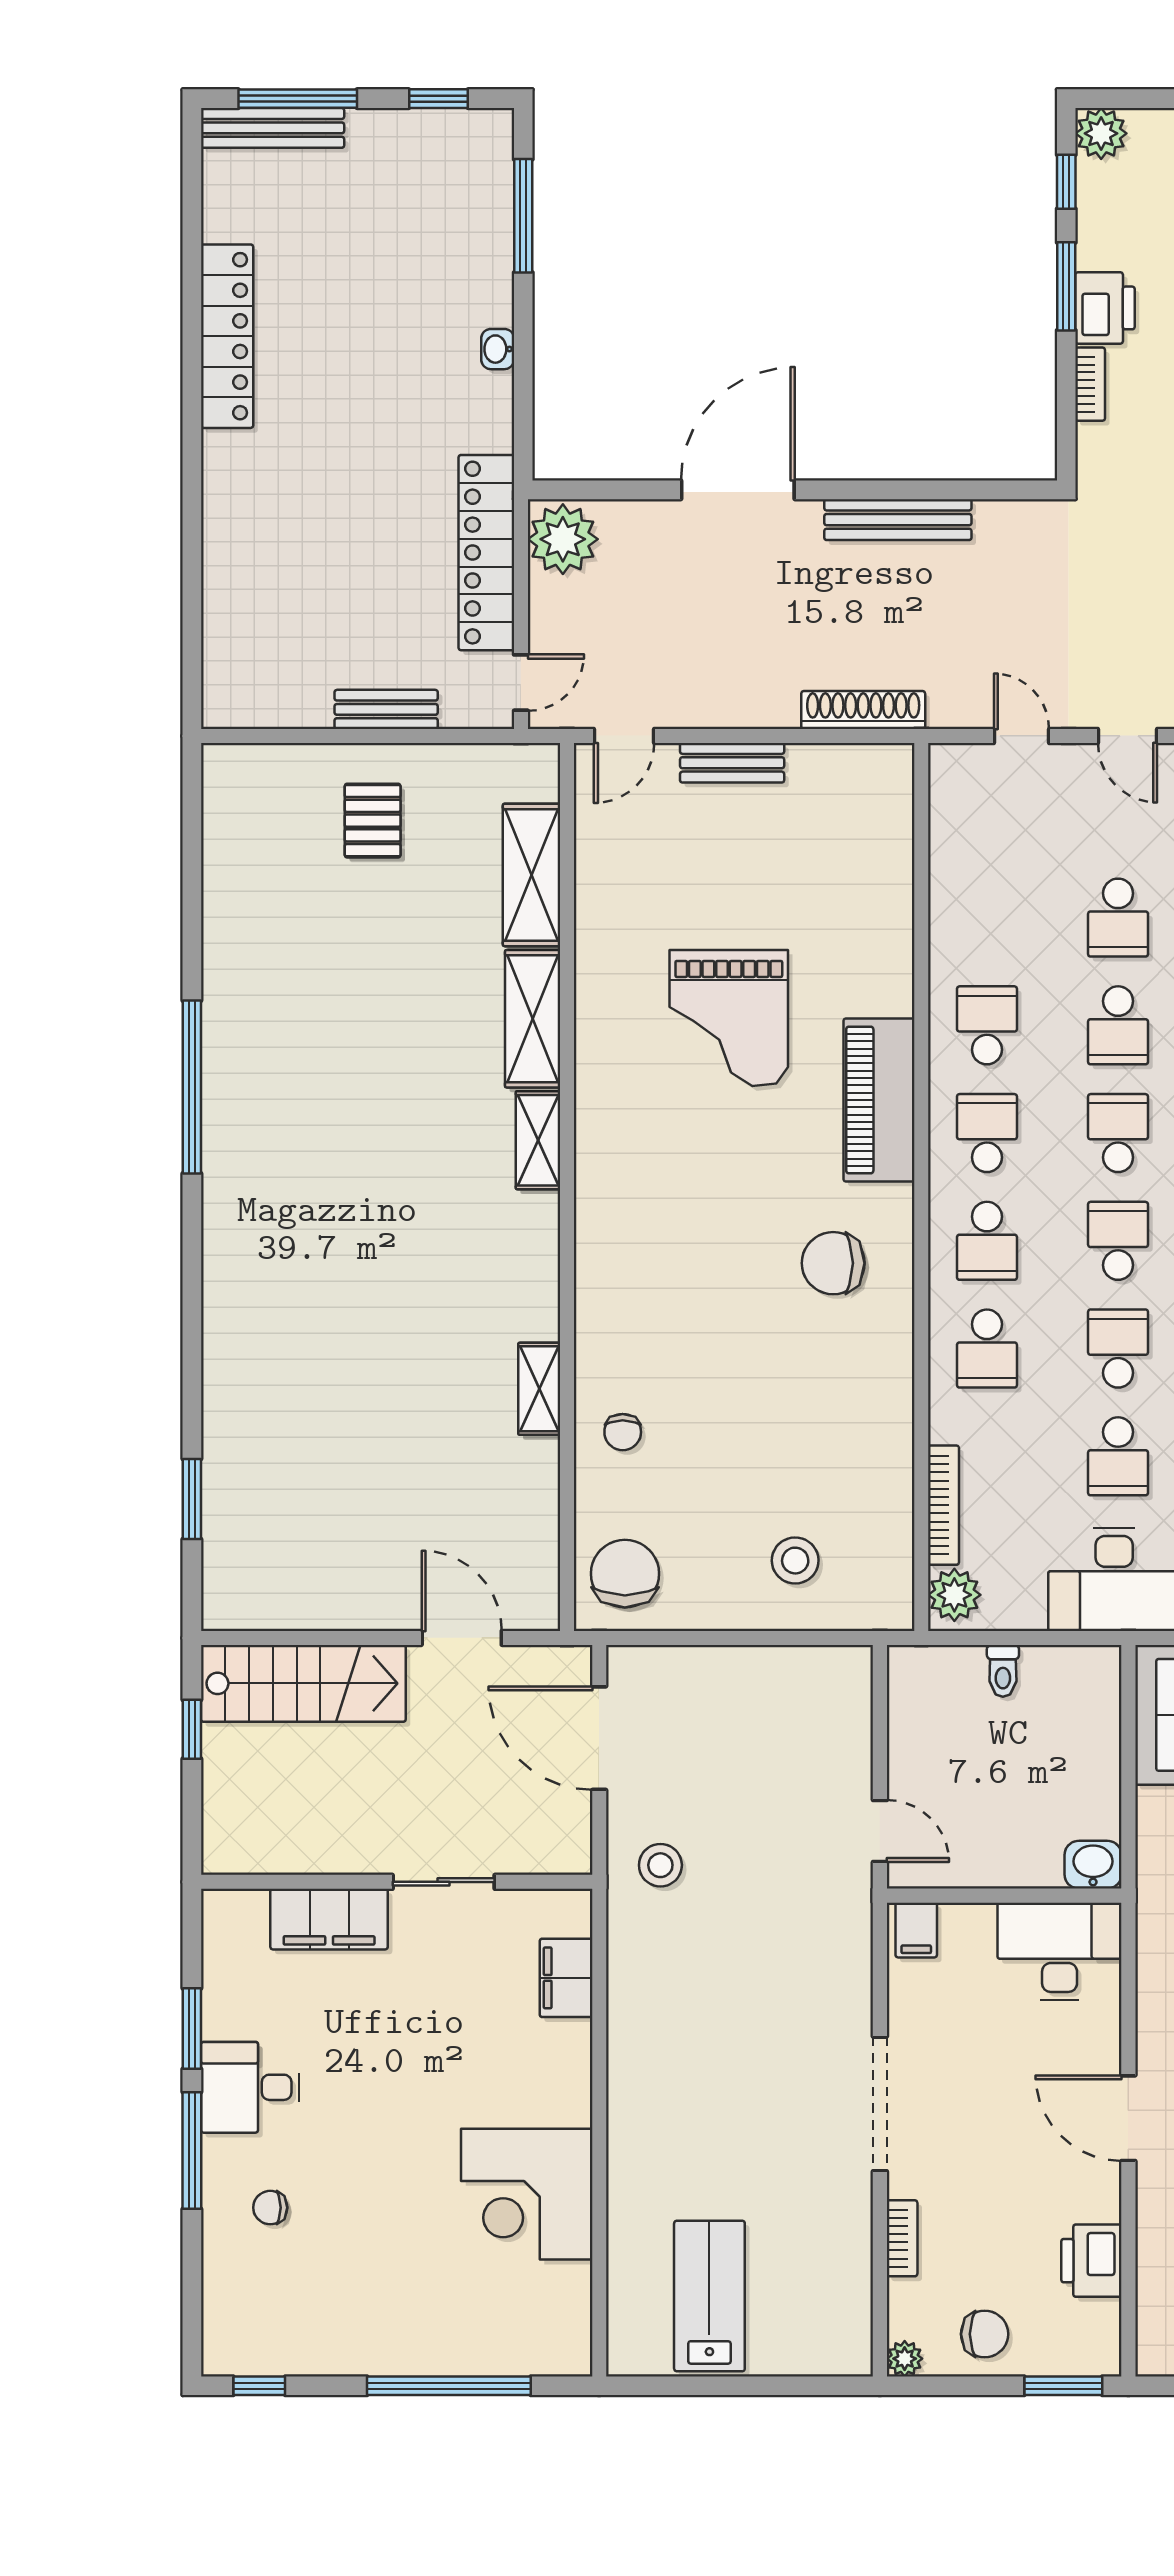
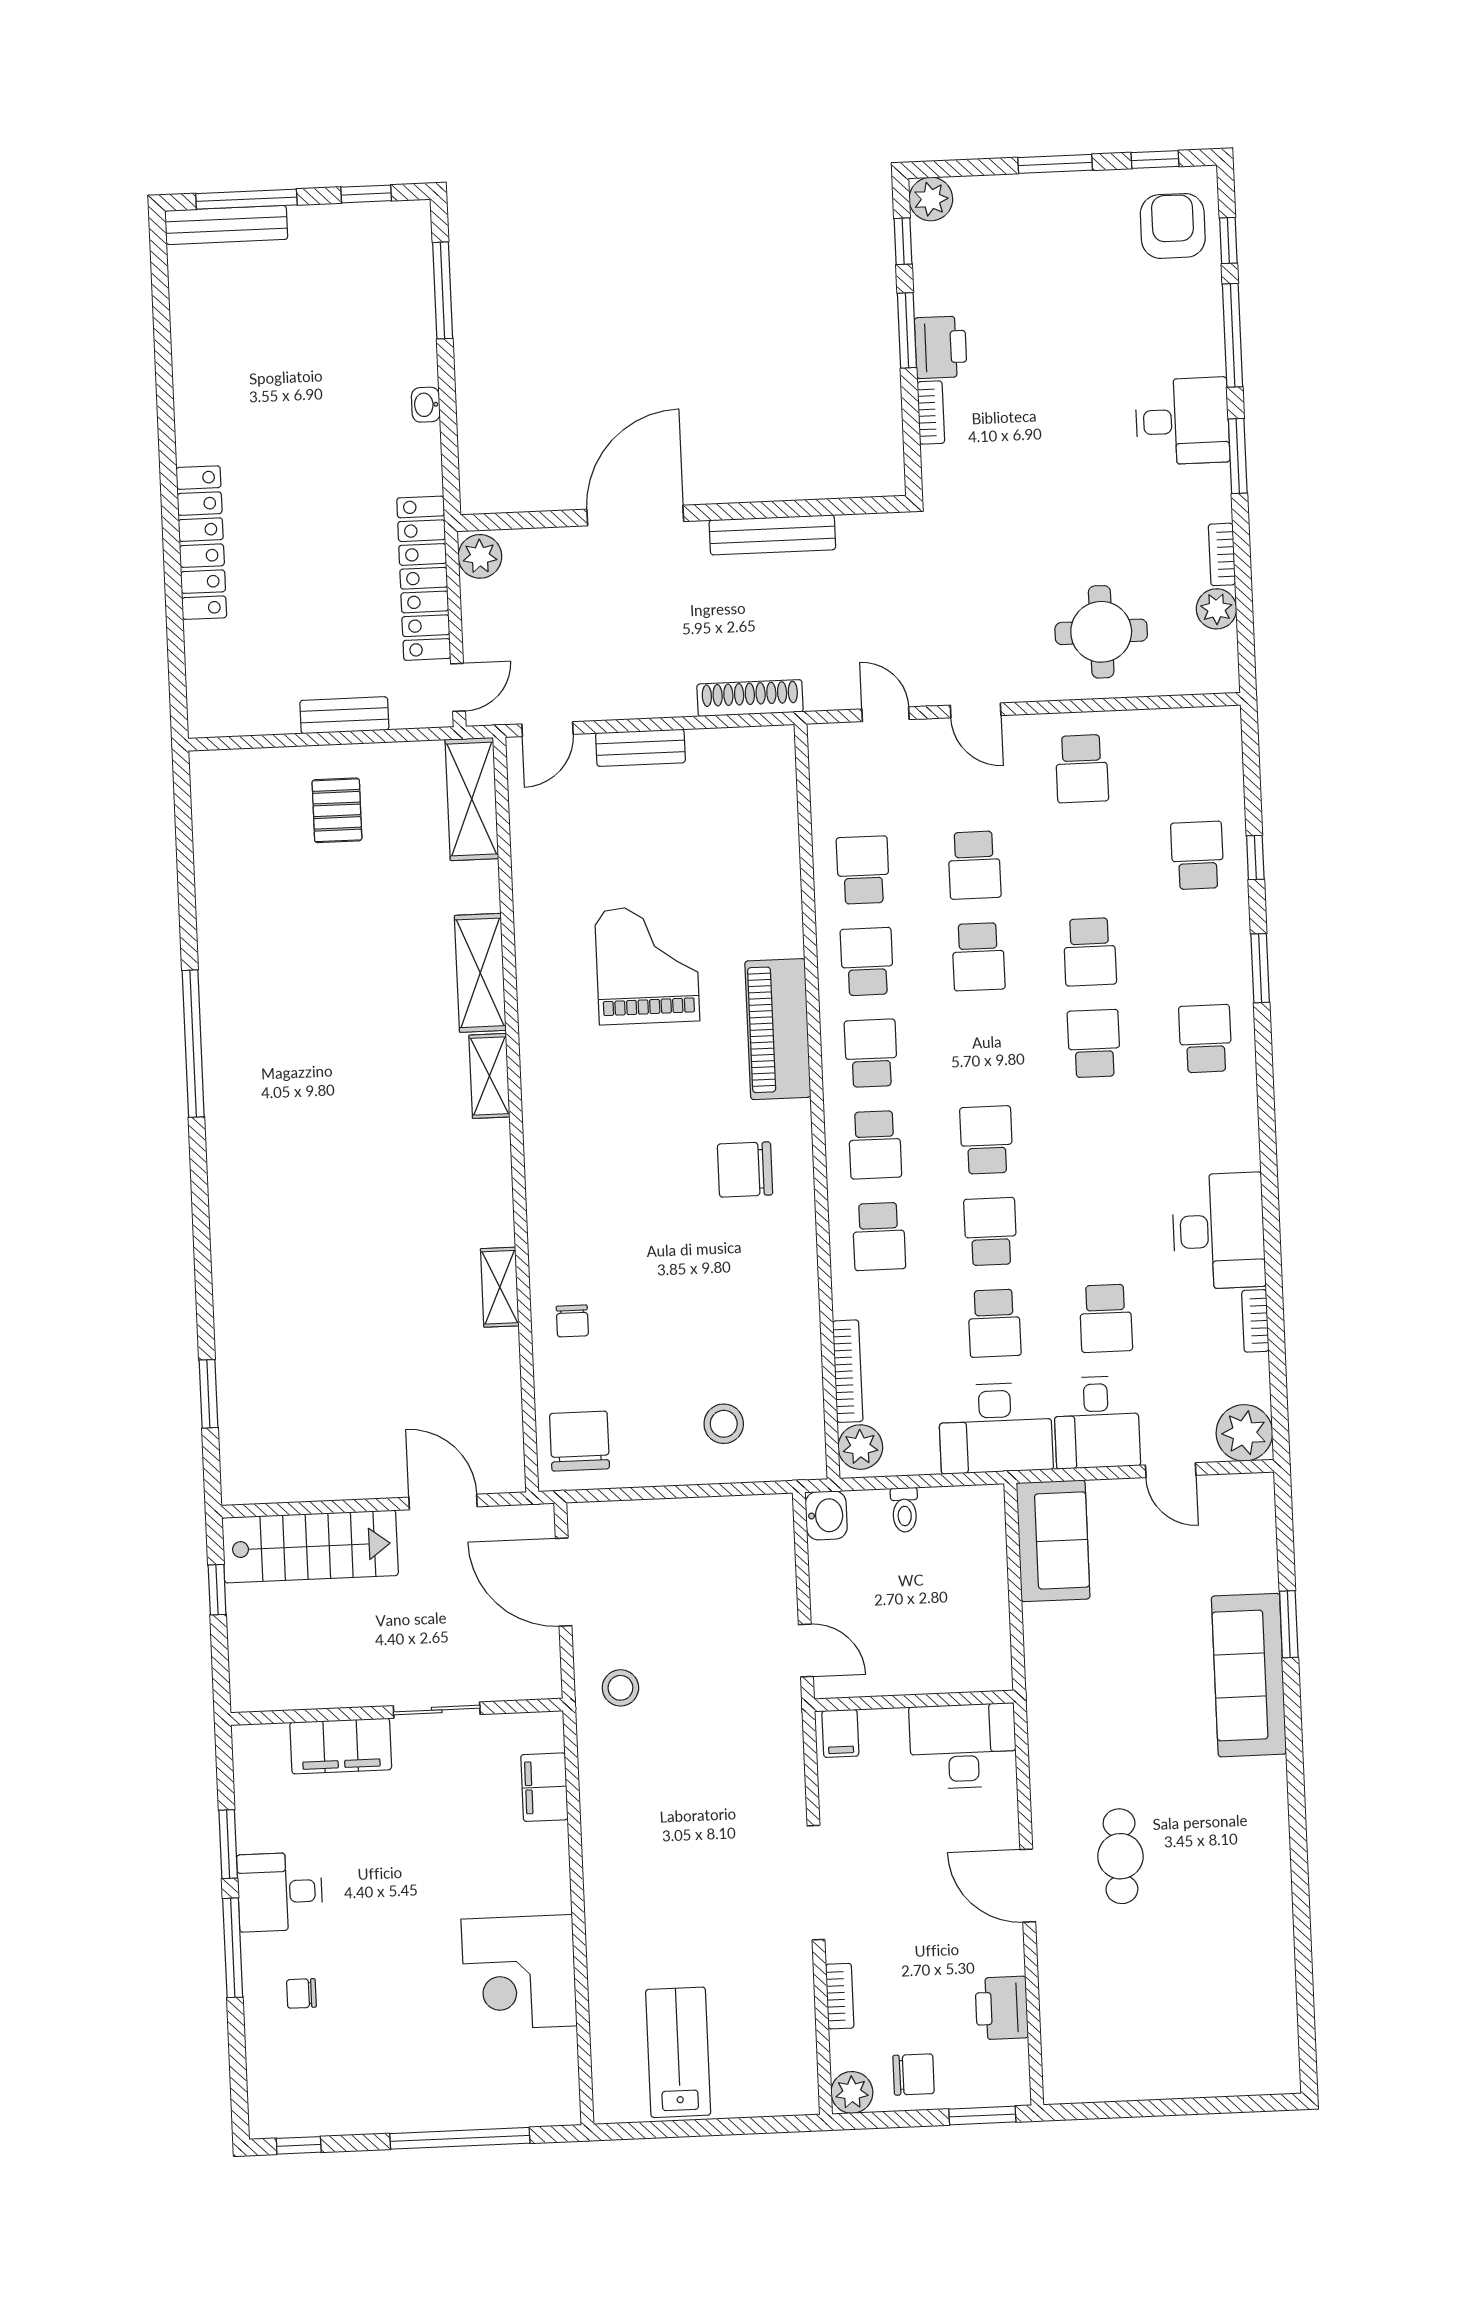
locker: (227, 336) -> (201, 543), moved
plant: (563, 539) -> (480, 556), width x0.73, depth x0.73
shelving: (532, 875) -> (472, 799), moved
grand piano: (729, 1018) -> (647, 965), turned 180
school desk: (1118, 1133) -> (863, 870), moved
washbasin: (1093, 1865) -> (826, 1515), moved, turned 90
plant: (905, 2359) -> (852, 2092), width x1.38, depth x1.38

